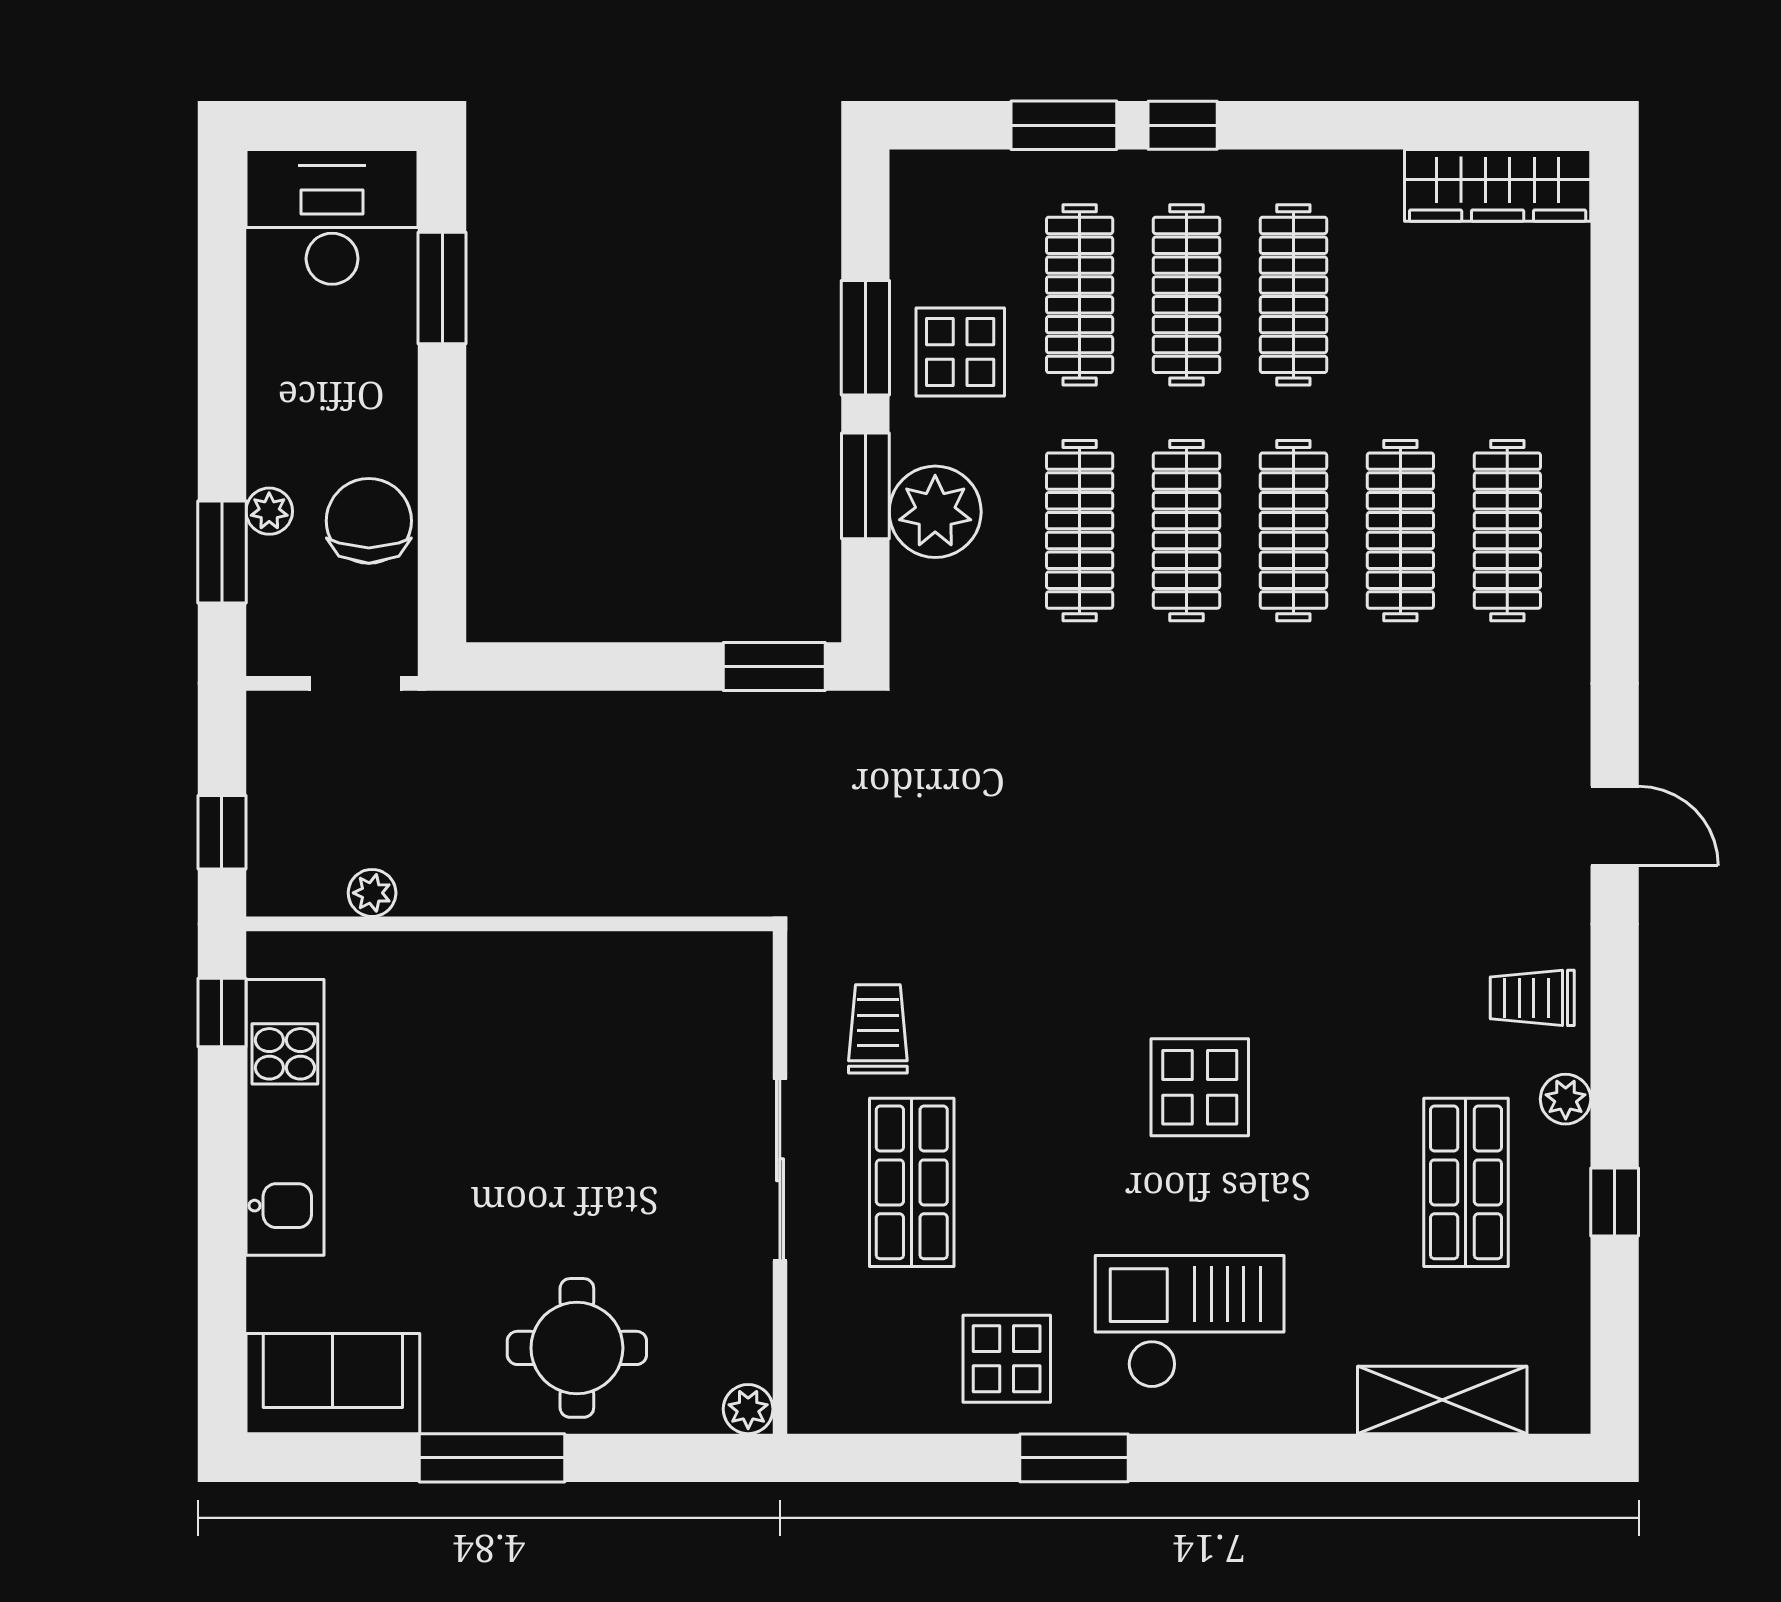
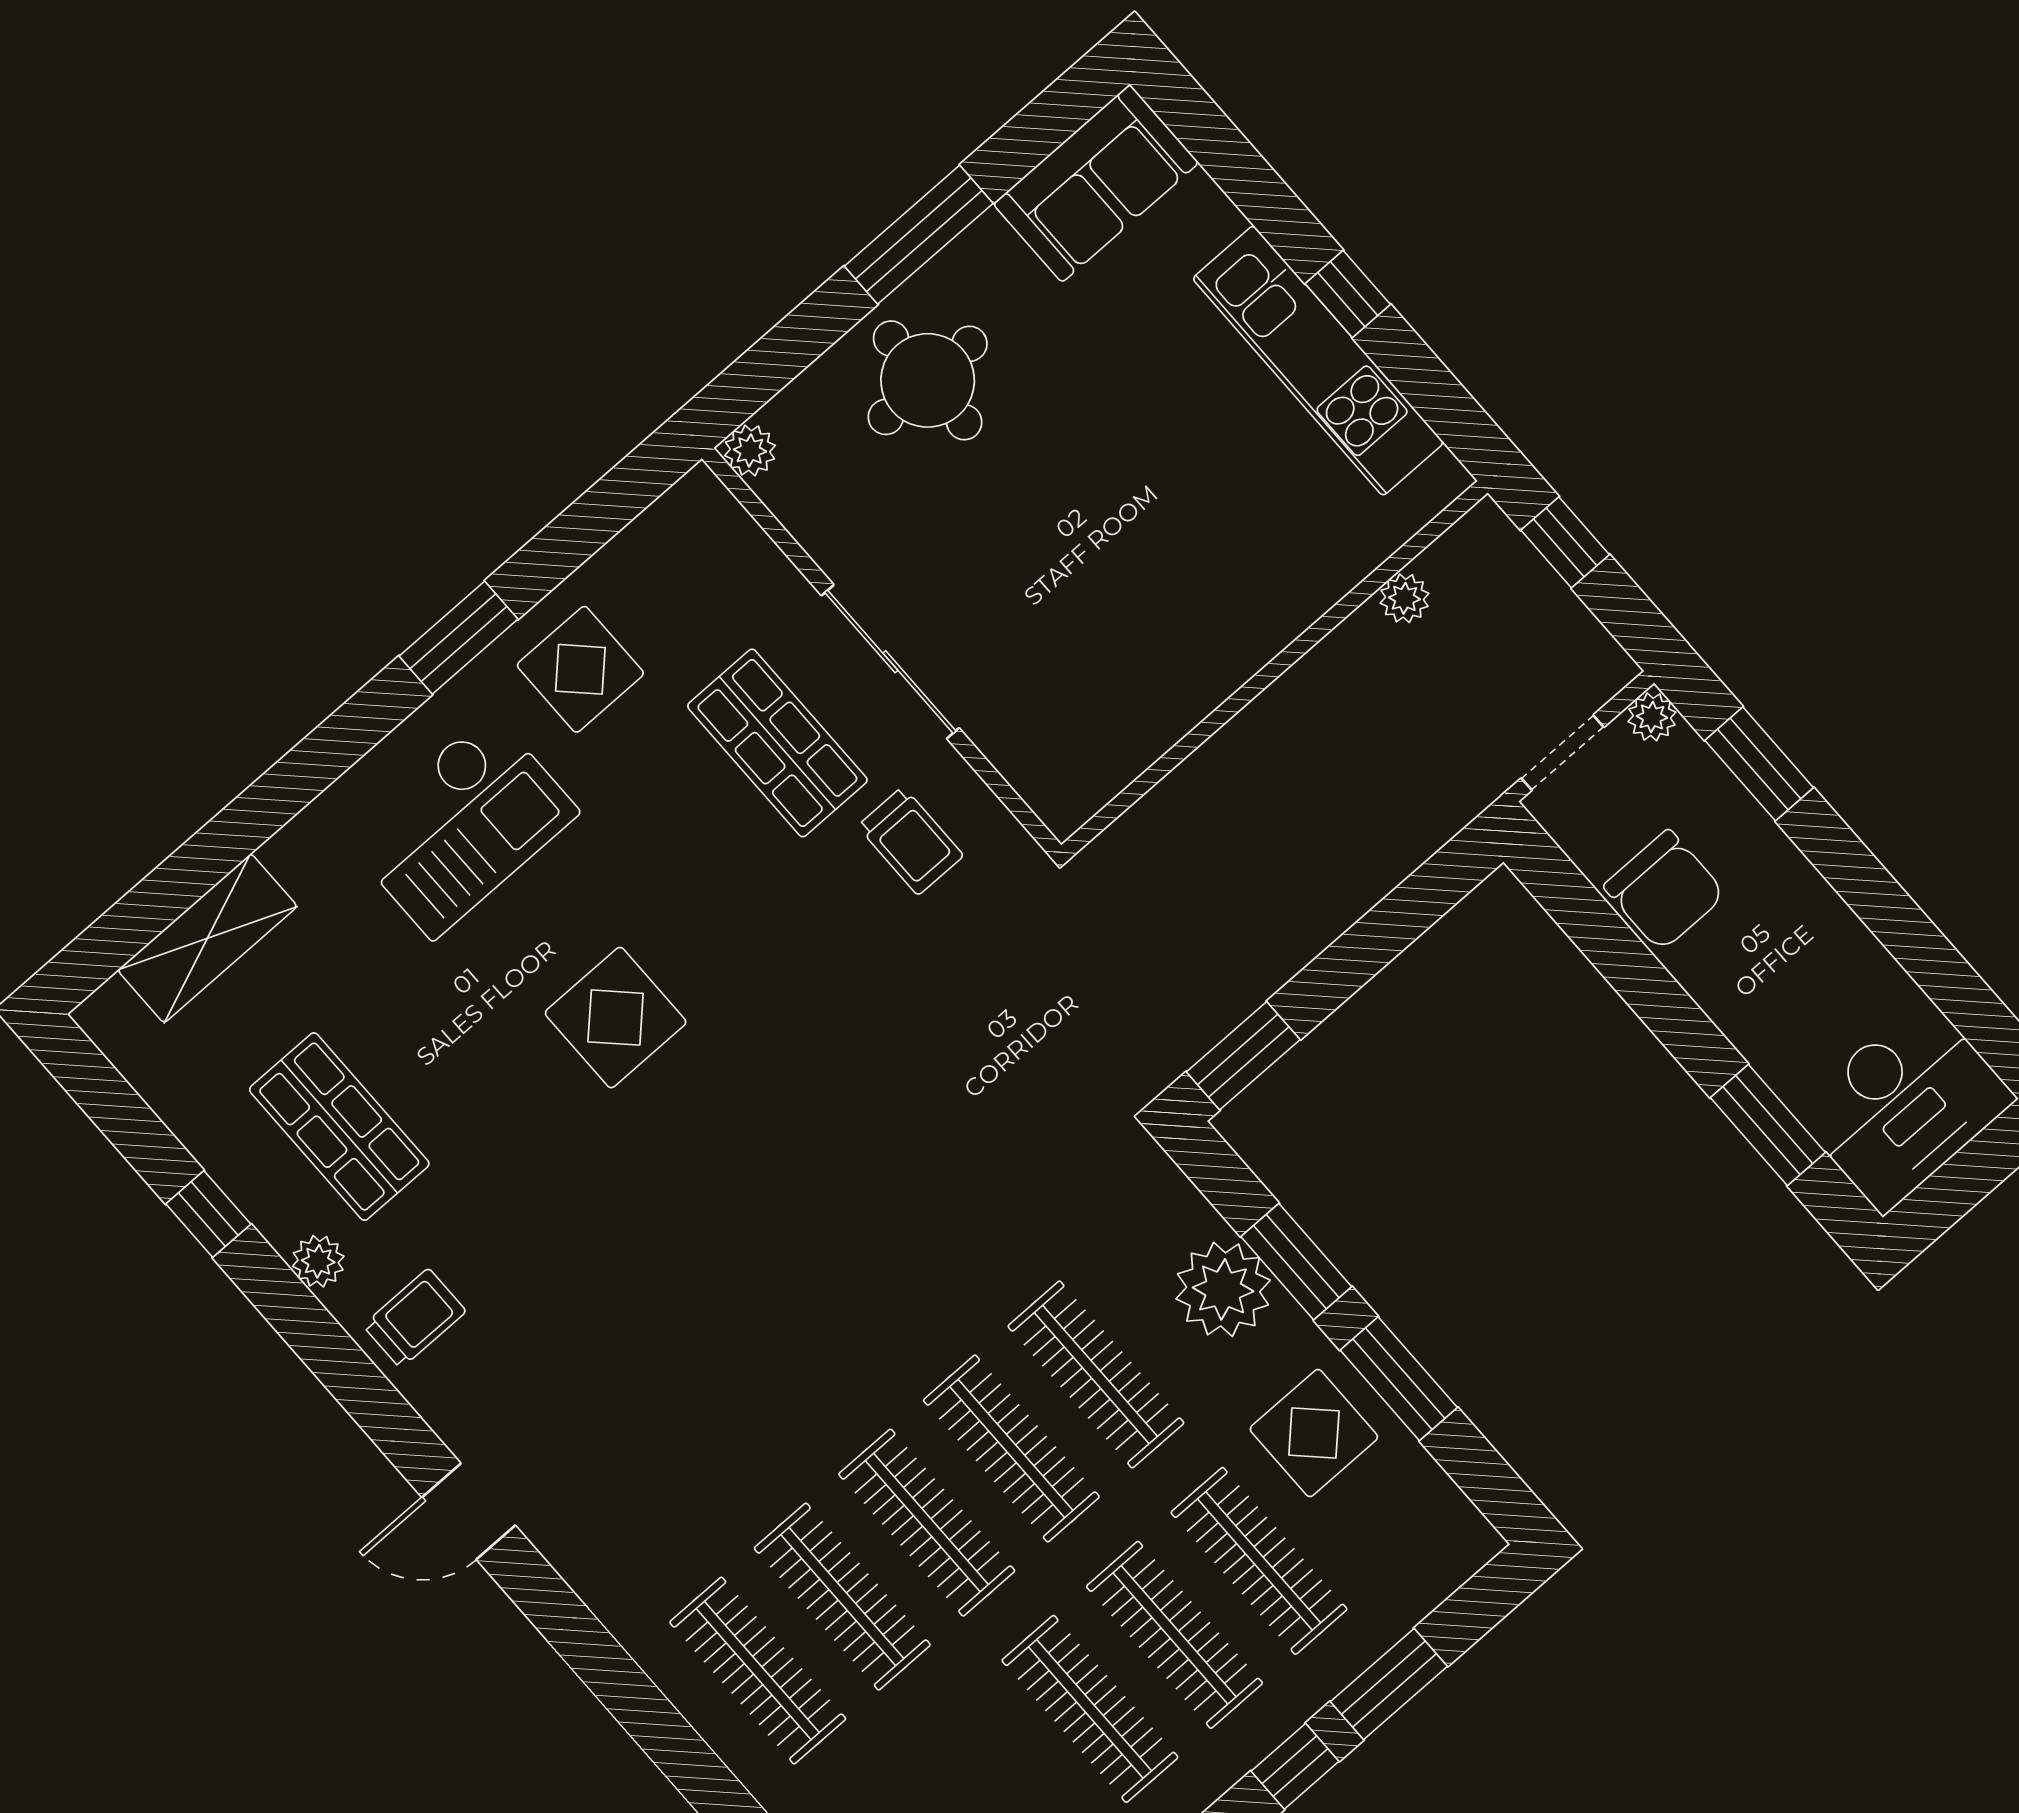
plant: (269, 511) -> (1652, 717), moved
window: (222, 1013) -> (1348, 294), moved

